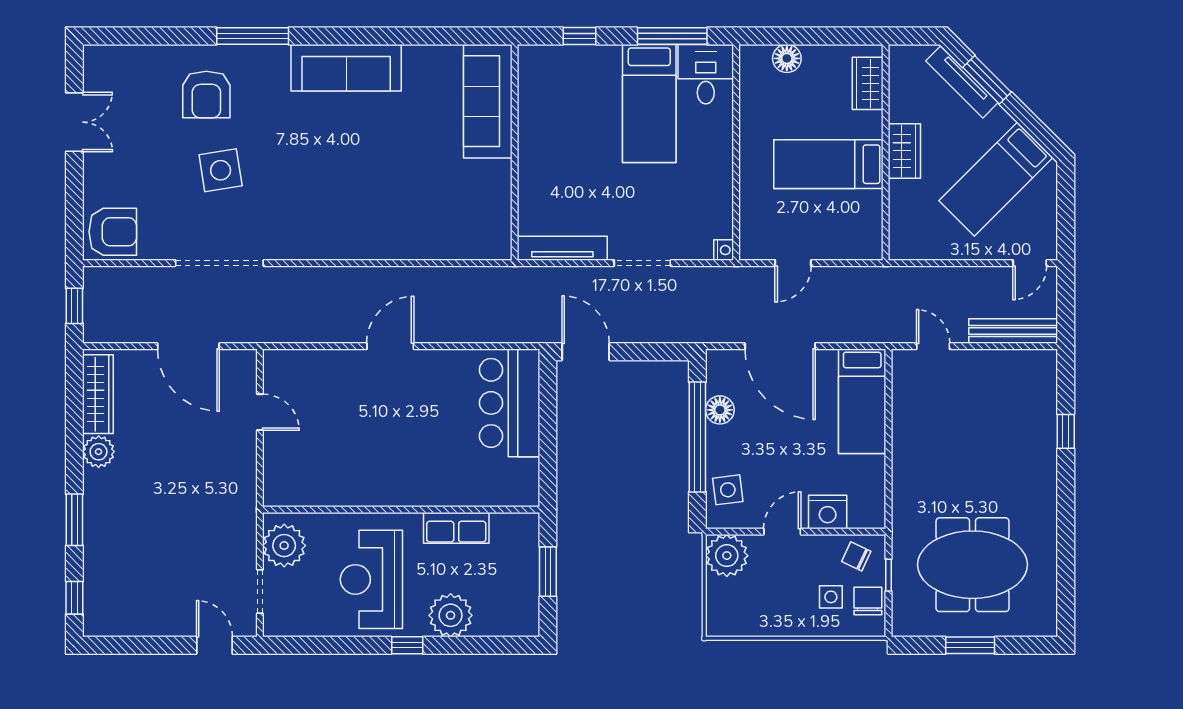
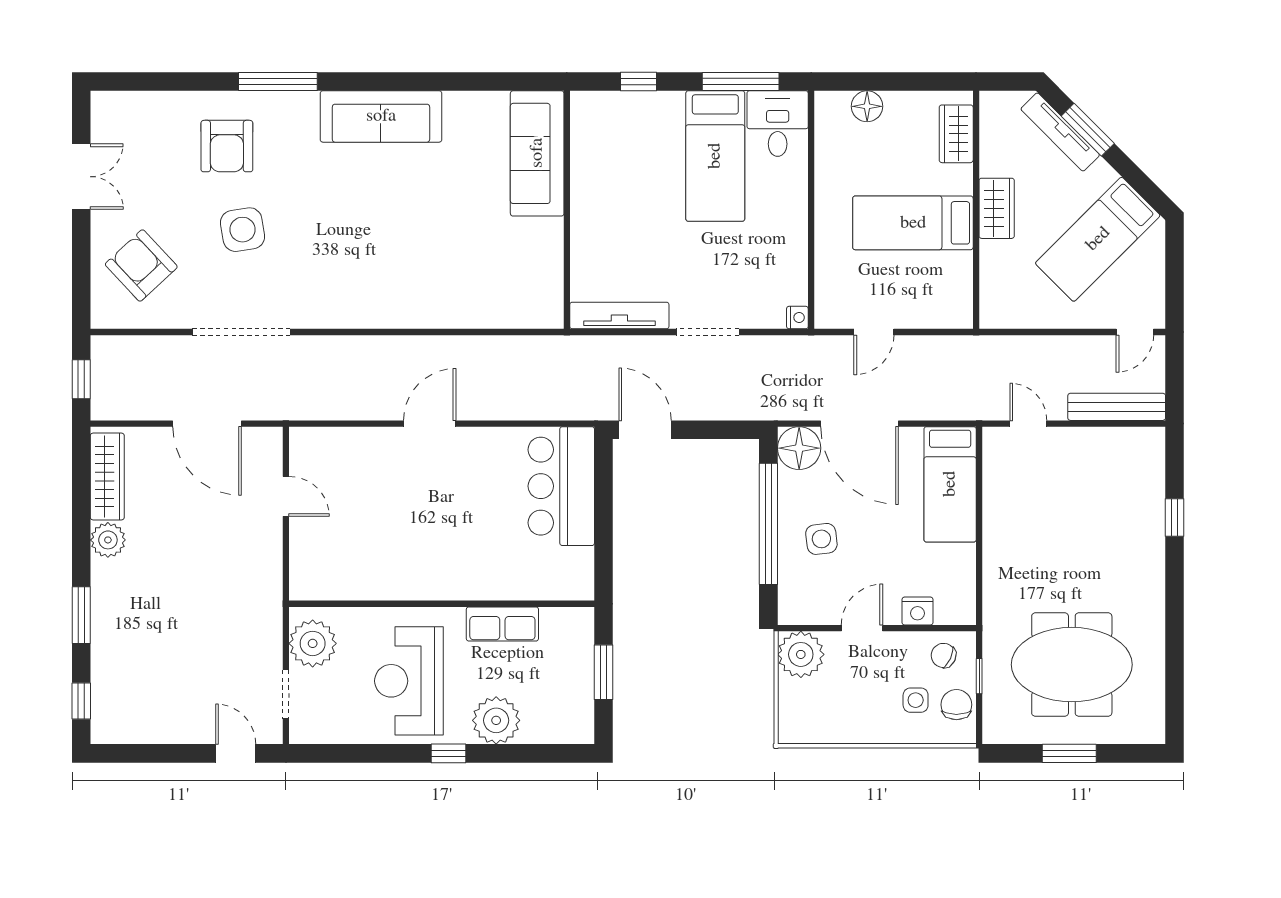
armchair: (113, 232) -> (141, 266), moved, turned -133
floor lamp: (720, 410) -> (799, 448), moved, width x1.38, depth x1.38
side table: (728, 490) -> (821, 539), moved
nightstand: (828, 512) -> (918, 611), width x0.74, depth x0.75

